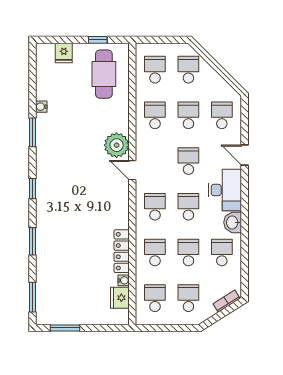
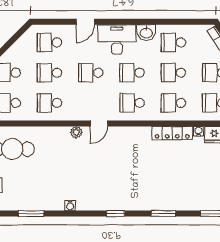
water cooler: (41, 107) -> (70, 206), moved
window: (32, 132) -> (31, 214), moved
plant: (117, 145) -> (76, 132), width x0.53, depth x0.53

